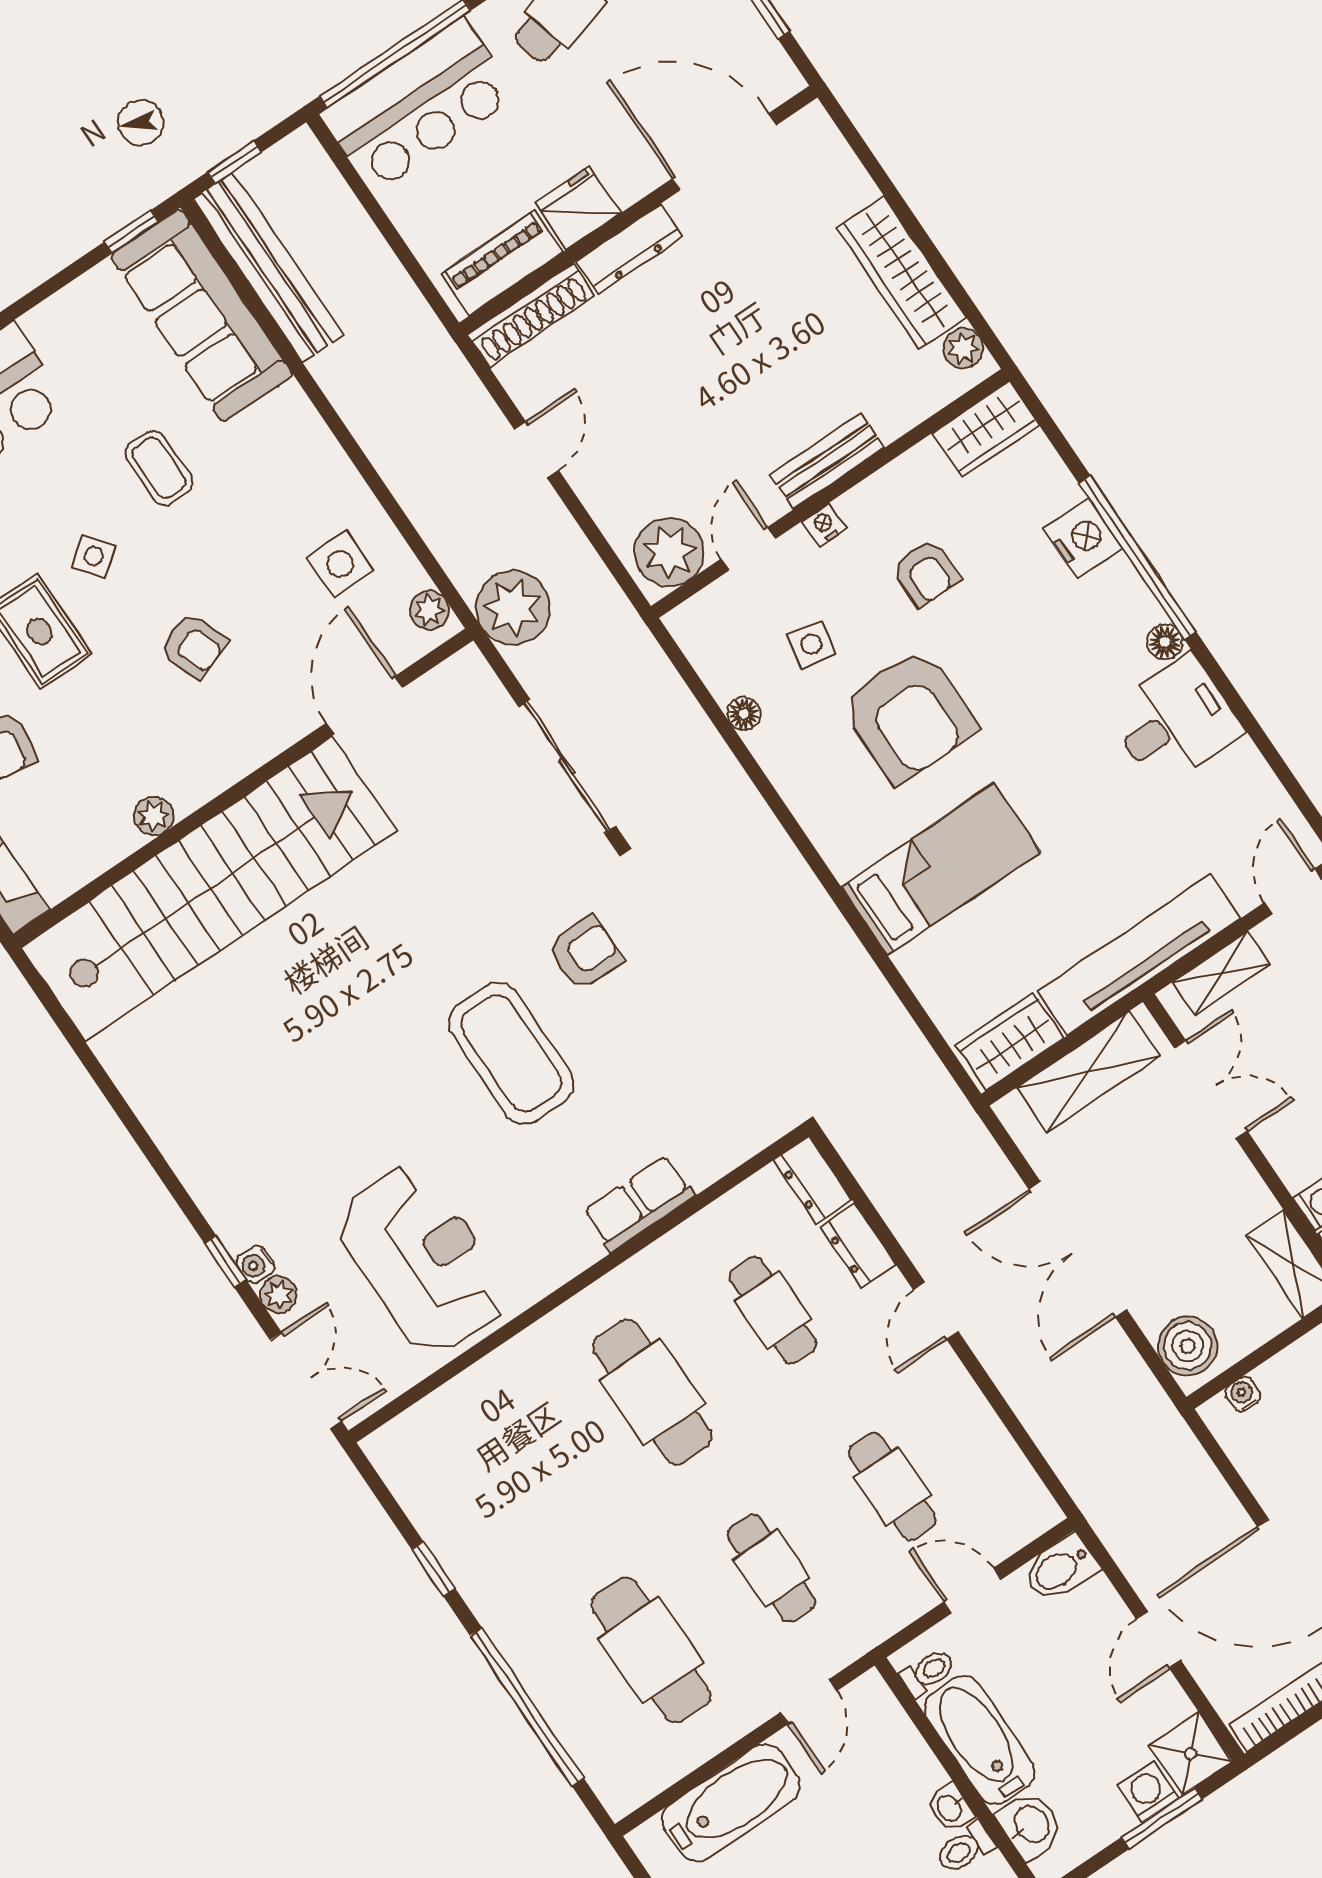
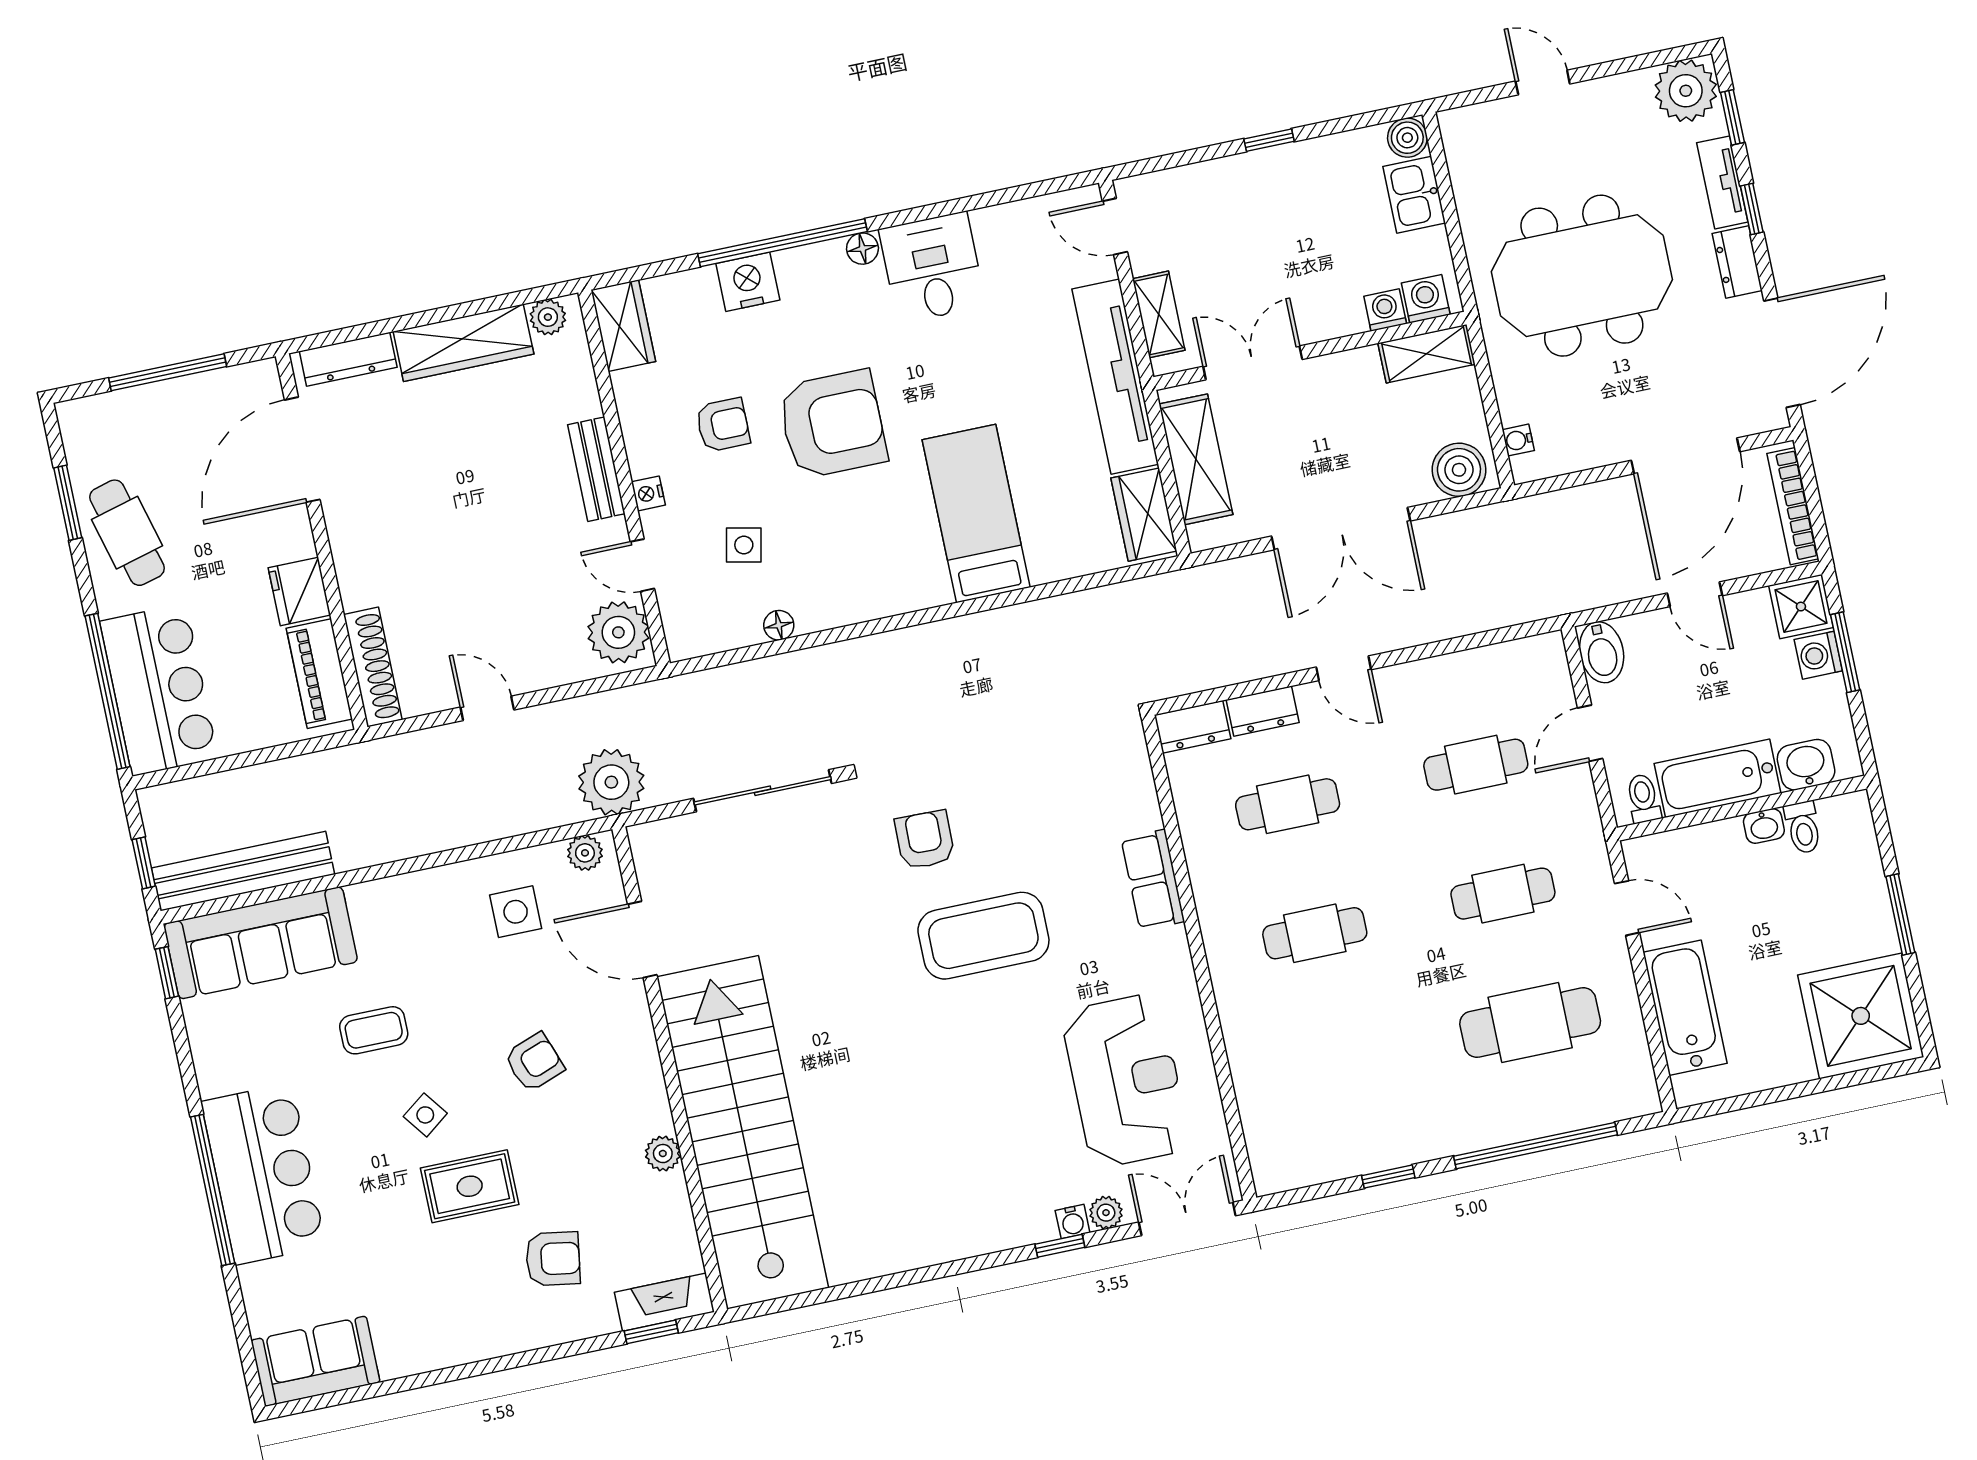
dresser: (630, 249) -> (348, 359), moved, turned 90
armchair: (909, 715) -> (832, 424), moved
reception desk: (422, 1260) -> (1126, 1080), turned 90
cafe table: (652, 1392) -> (1315, 933), width x0.73, depth x0.74

